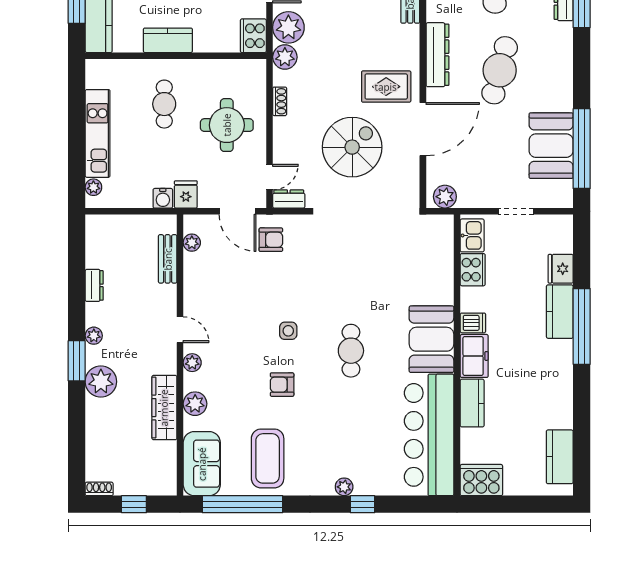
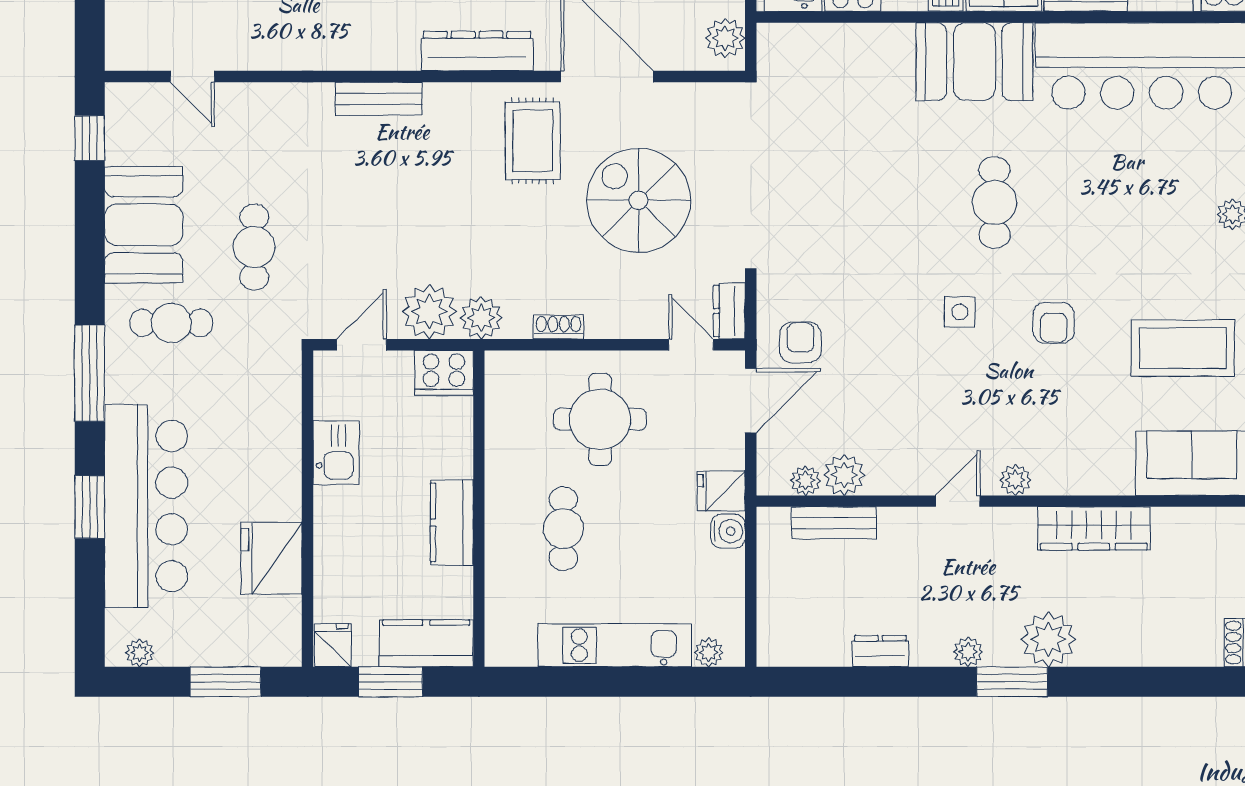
cafe table: (164, 104) -> (563, 529), turned 90
cafe table: (351, 351) -> (994, 202), turned 90
plant: (195, 404) -> (844, 475), moved

